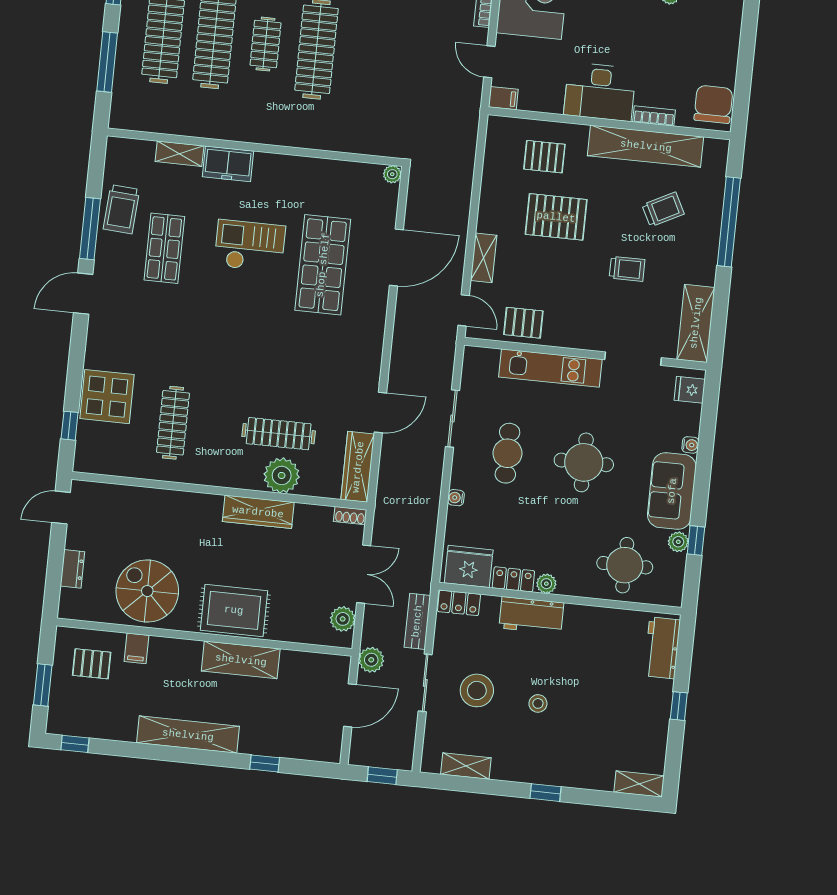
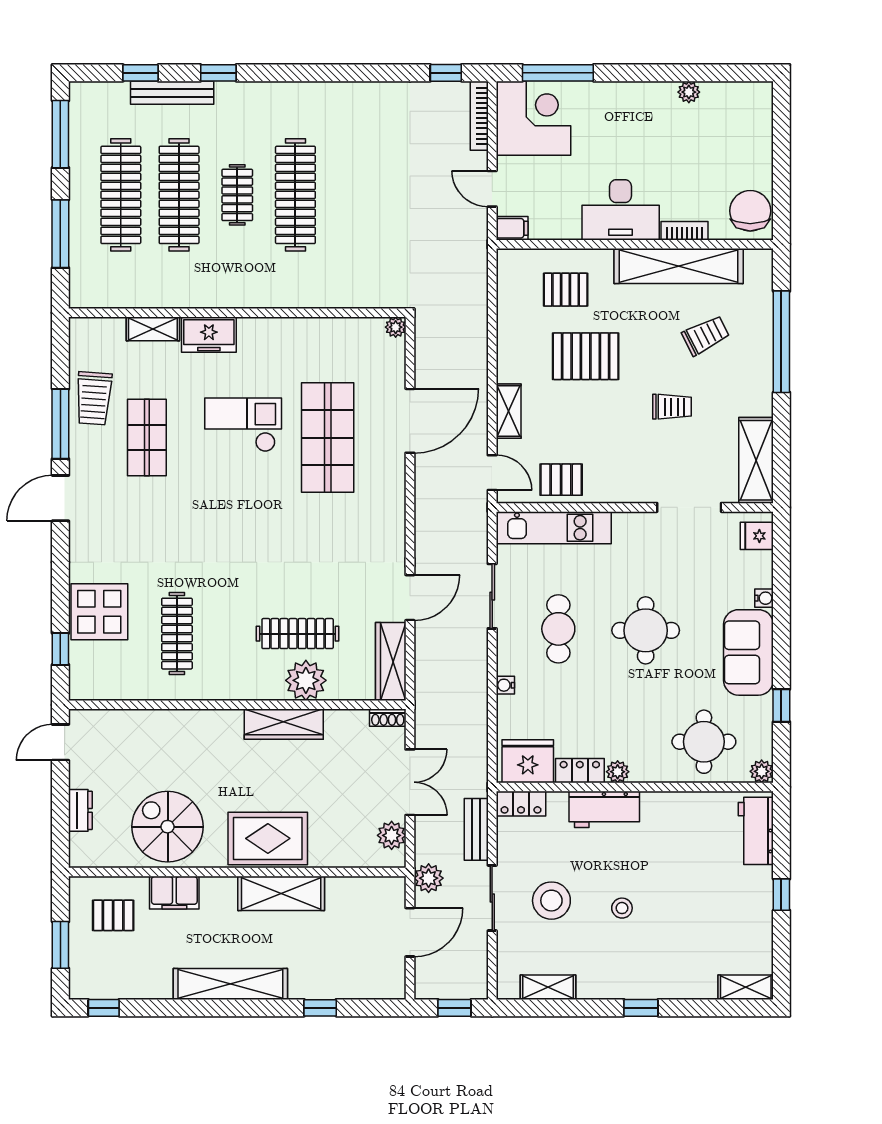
kitchen unit: (550, 368) -> (554, 528), moved
plant: (678, 542) -> (762, 771), moved
filing cabinet: (136, 648) -> (174, 893), width x2.00

